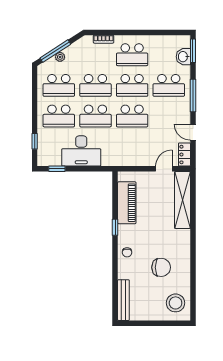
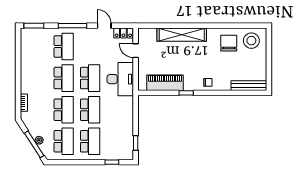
school desk: (132, 55) -> (37, 78), removed
washbasin: (183, 57) -> (39, 34), removed
door: (193, 132) -> (104, 26), swing flipped
desk: (81, 151) -> (120, 79), moved
shelving: (183, 200) -> (182, 35), moved
chair: (161, 267) -> (229, 43), moved

